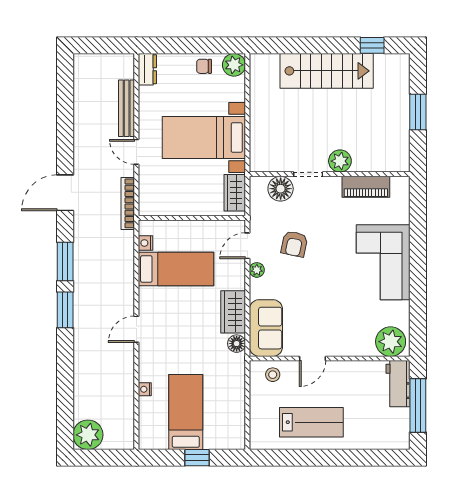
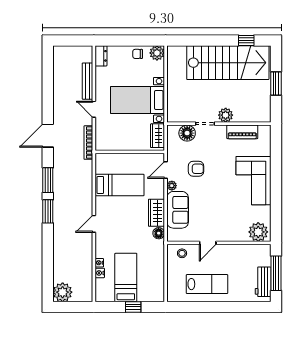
stairs: (327, 71) -> (228, 63), width x1.36, depth x1.51
nightstand: (146, 243) -> (100, 273), moved
armchair: (294, 244) -> (196, 169), turned -102
sofa: (266, 328) -> (178, 210), moved
workbench: (398, 384) -> (263, 282), moved

